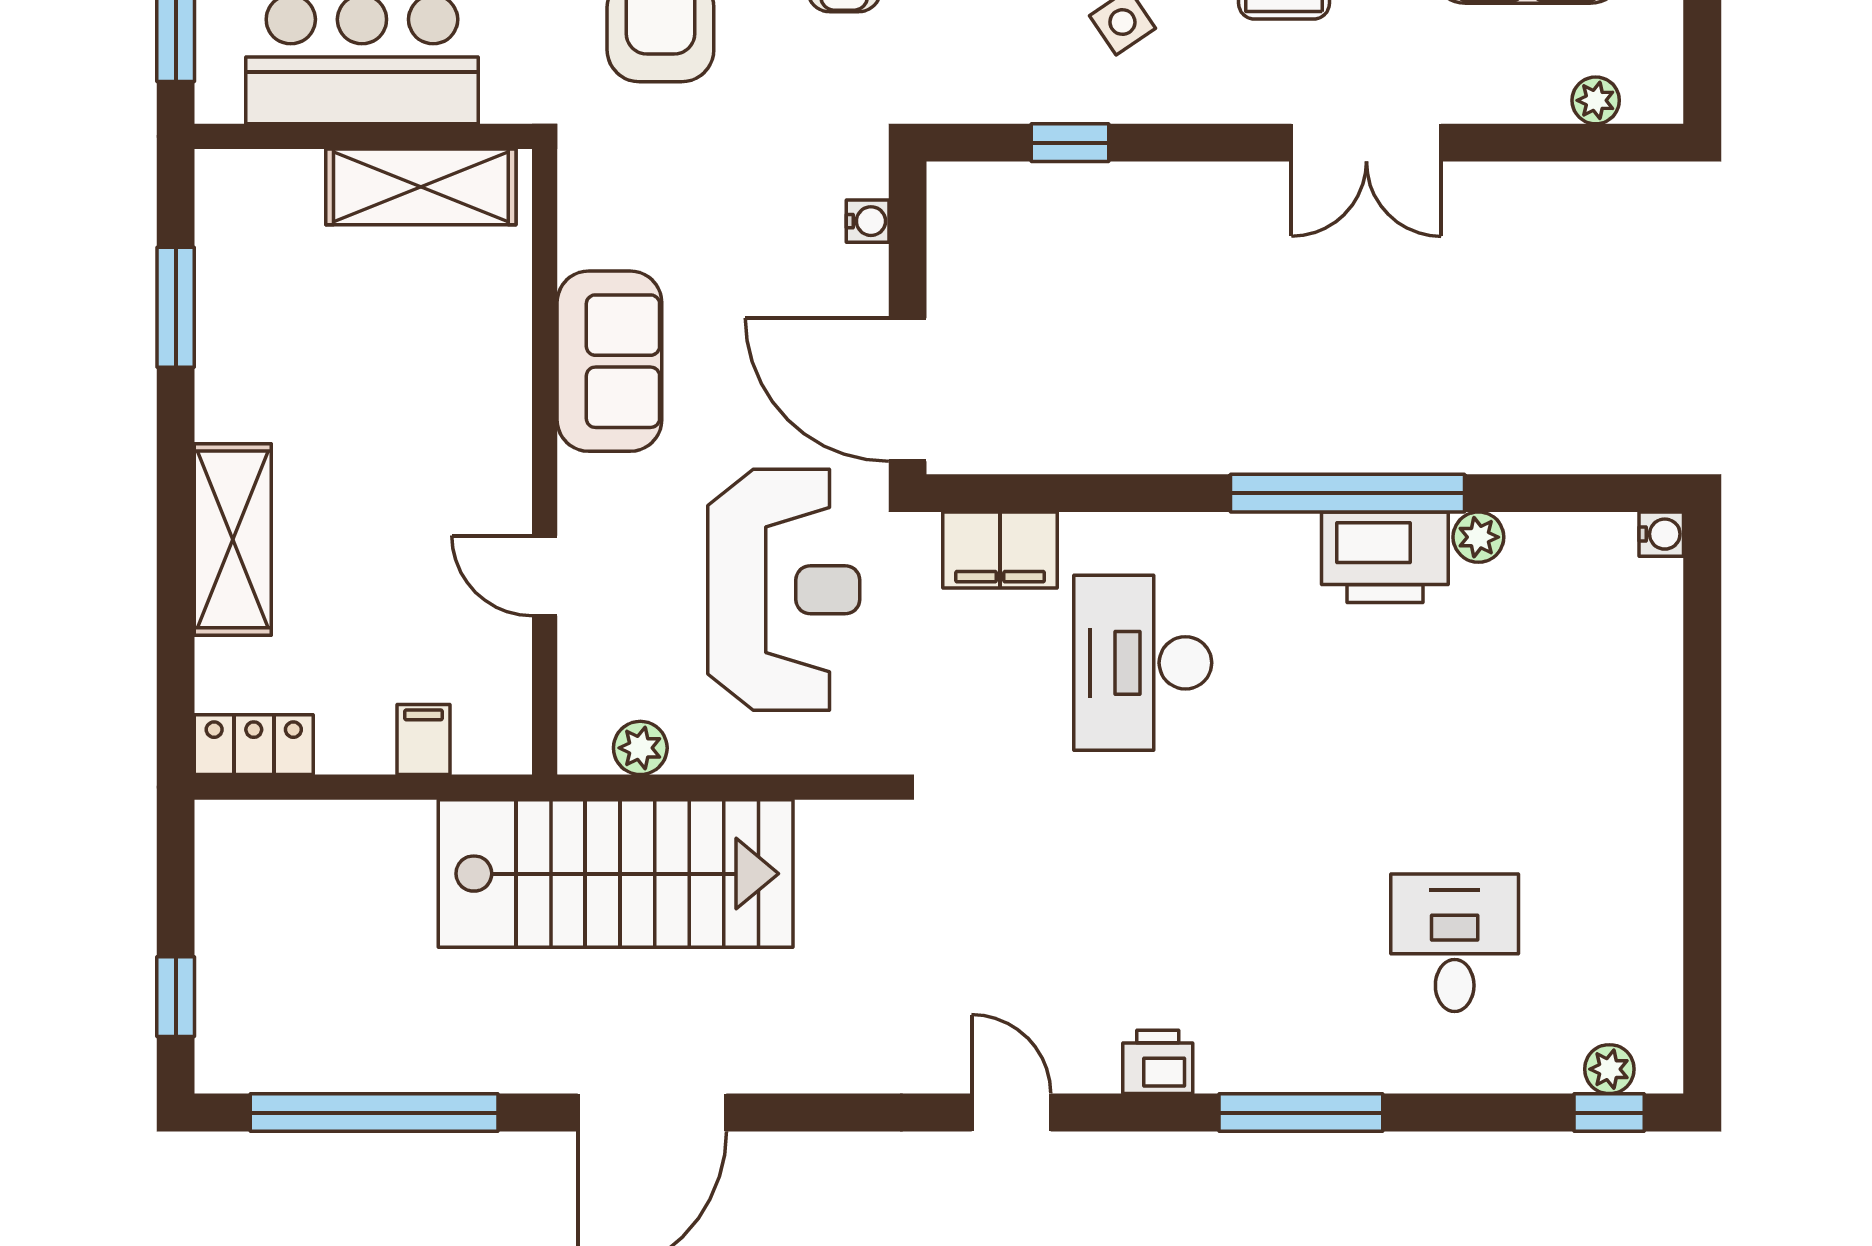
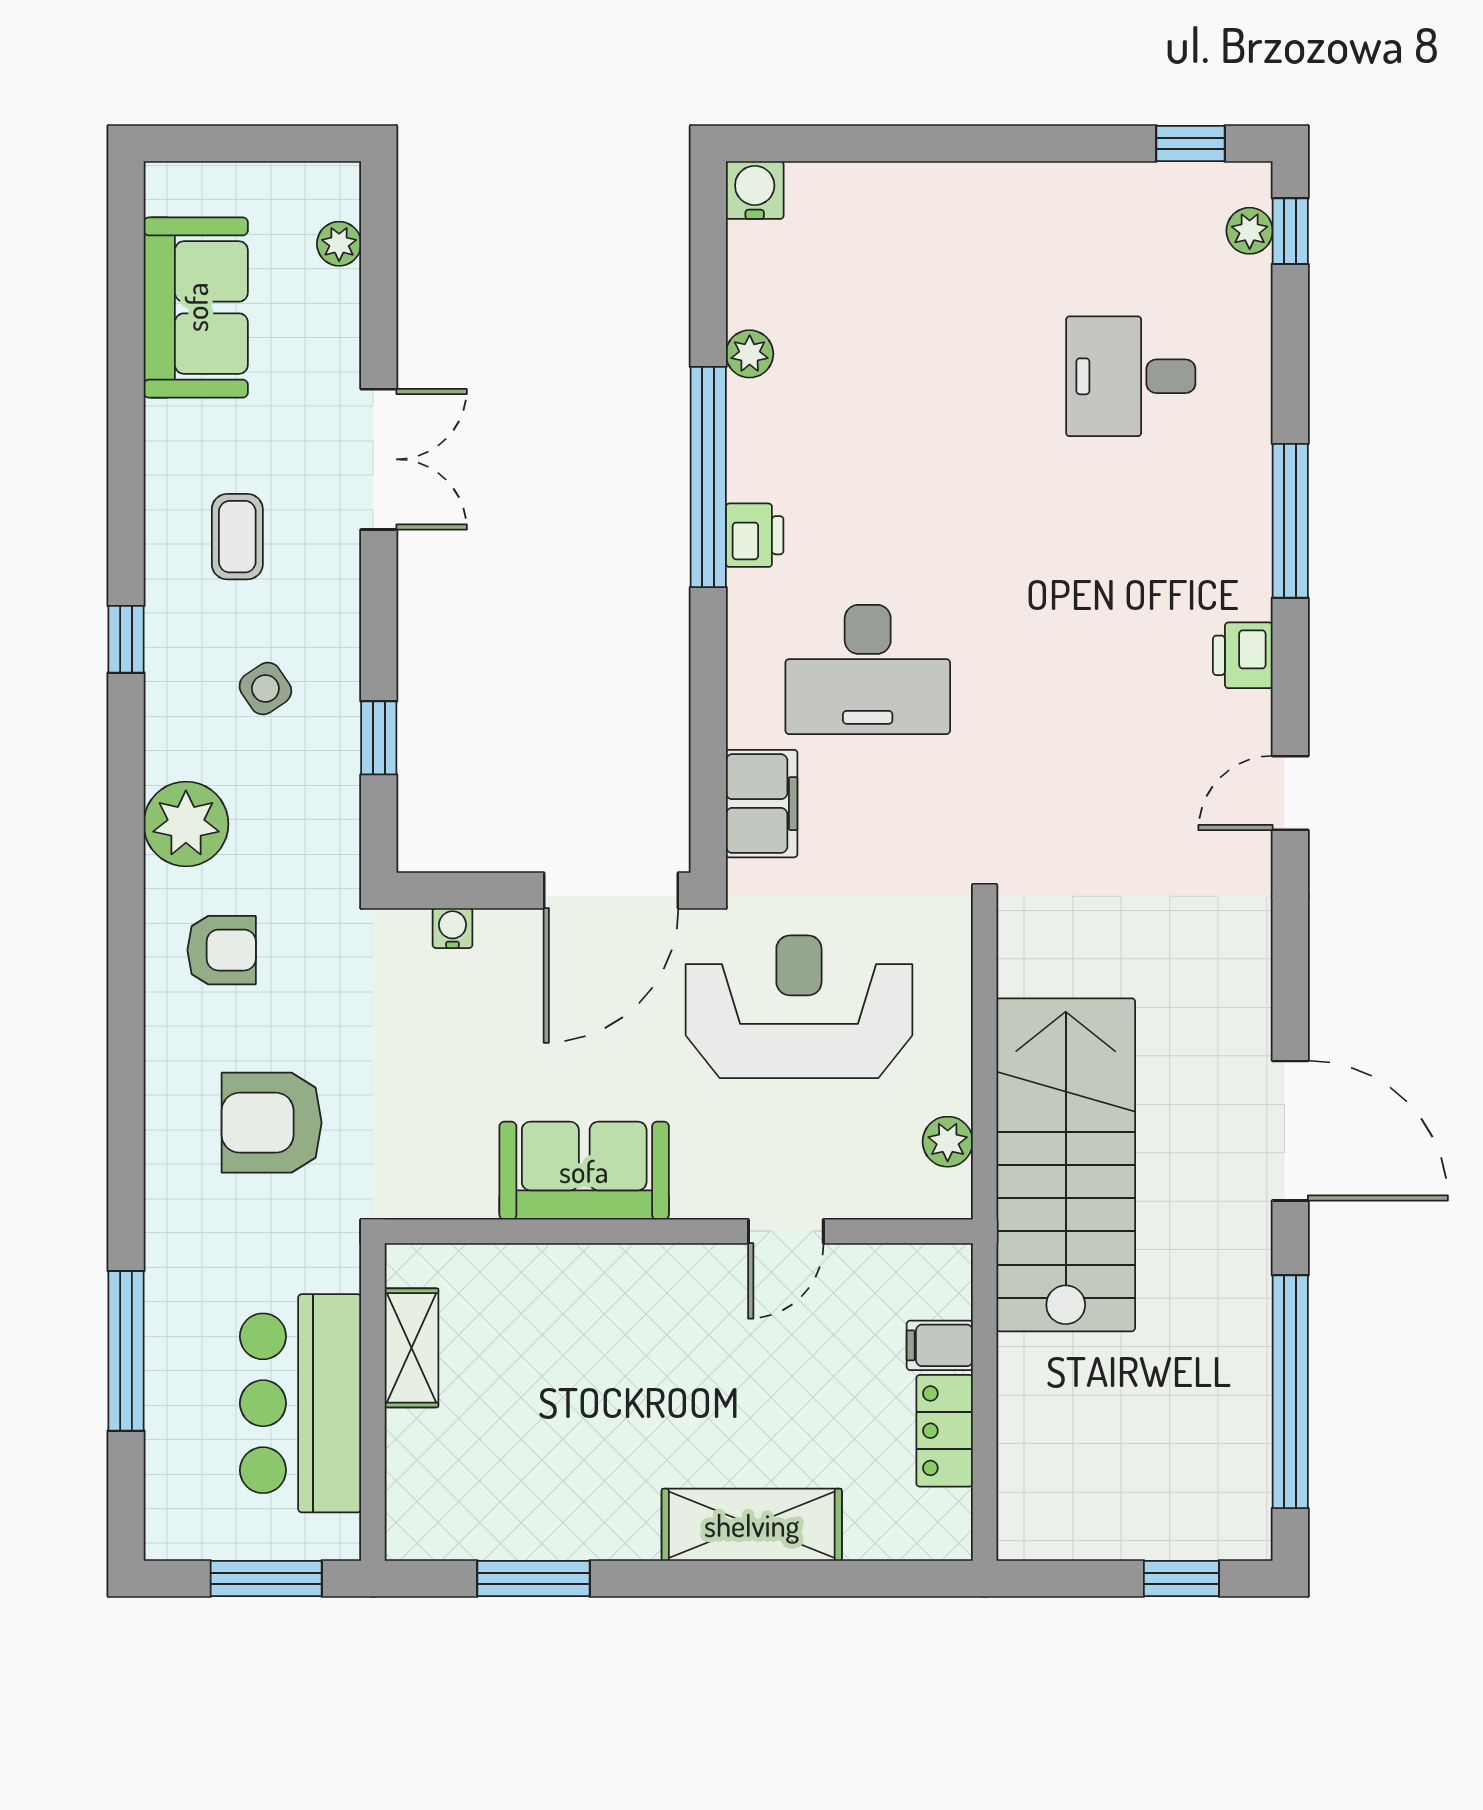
shelving: (421, 187) -> (412, 1348), width x0.67, depth x0.75
water cooler: (1661, 534) -> (755, 190), width x1.38, depth x1.38
printer: (1385, 557) -> (755, 535), moved, width x0.53, depth x0.68
locker: (254, 745) -> (945, 1431), moved
window: (1702, 1006) -> (1190, 144), added

